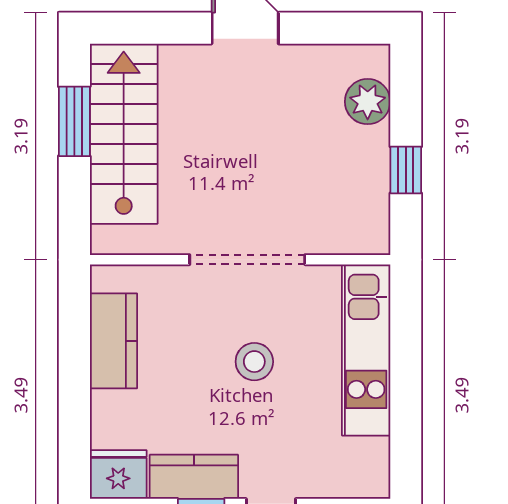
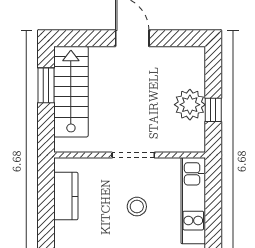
plant: (368, 102) -> (190, 105), moved, width x1.36, depth x1.36
doorway: (247, 260) -> (133, 155), width x0.73

